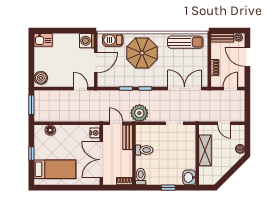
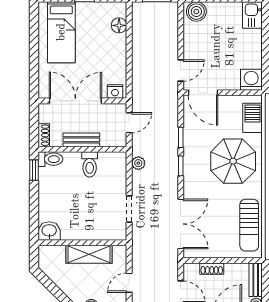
door: (96, 63) -> (203, 93), moved
plant: (139, 113) -> (138, 163), width x0.53, depth x0.53
bench: (128, 137) -> (81, 140), moved
window: (168, 188) -> (34, 170), moved

